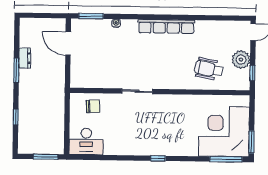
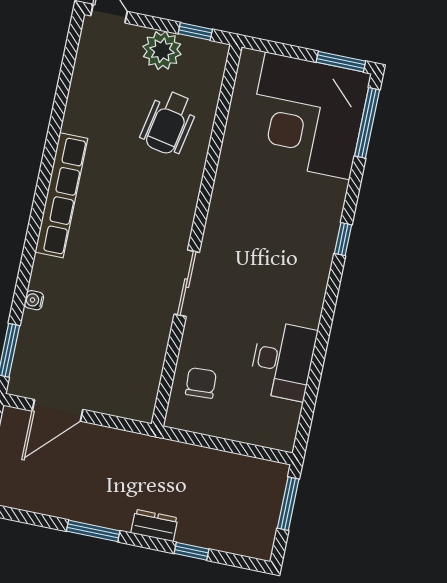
dresser: (25, 58) -> (154, 525), moved
desk: (86, 141) -> (283, 361), moved
window: (158, 158) -> (343, 239), moved

